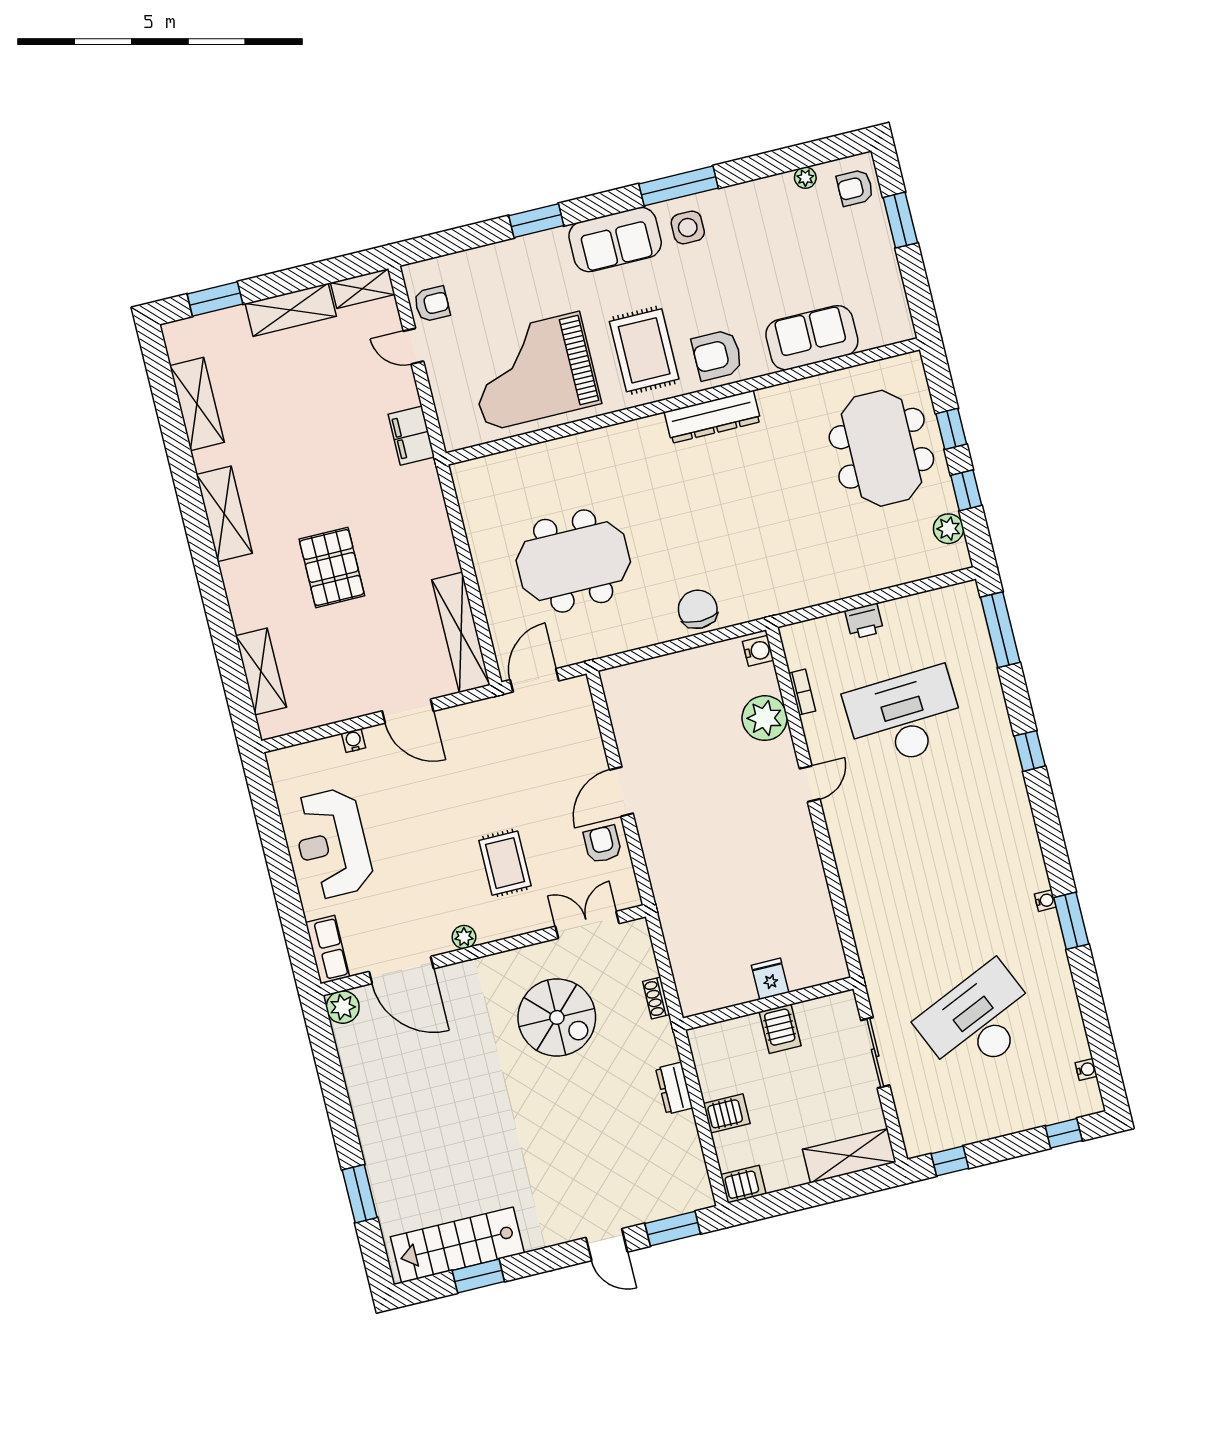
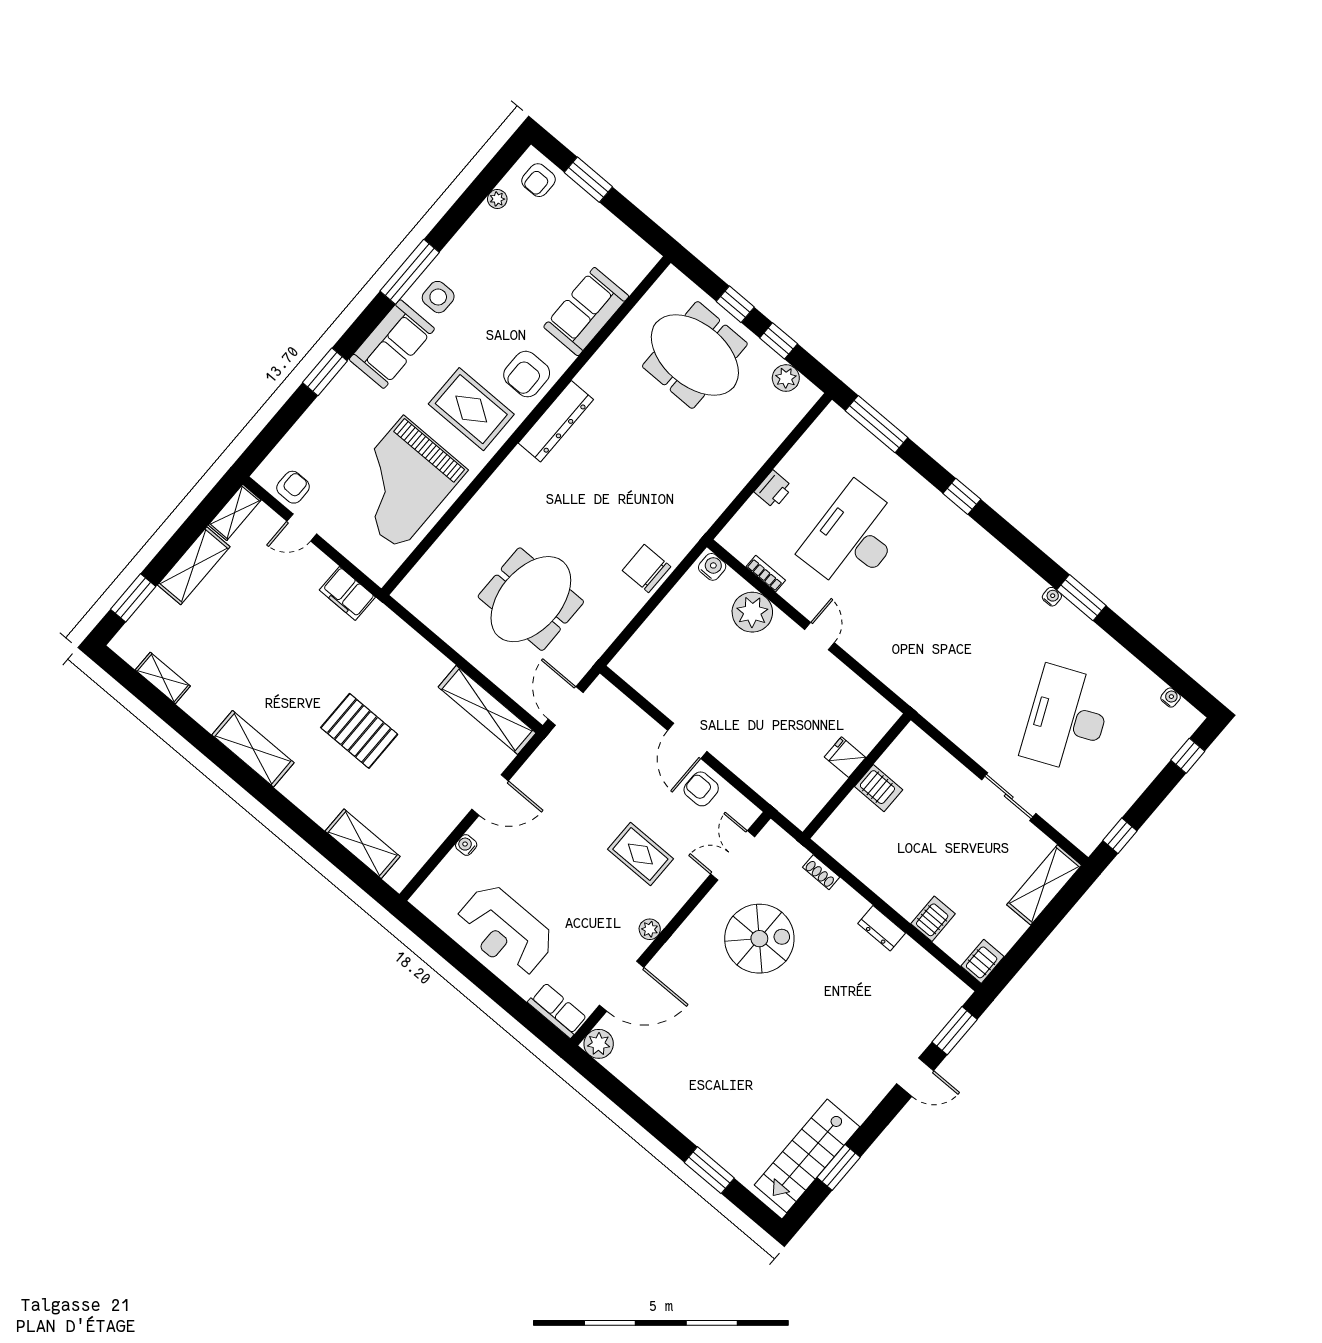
shelving: (197, 404) -> (163, 678), width x0.67, depth x0.75
fridge: (770, 979) -> (845, 757), moved
wall: (768, 1004) -> (857, 776), moved
server rack: (780, 1029) -> (879, 788), moved

